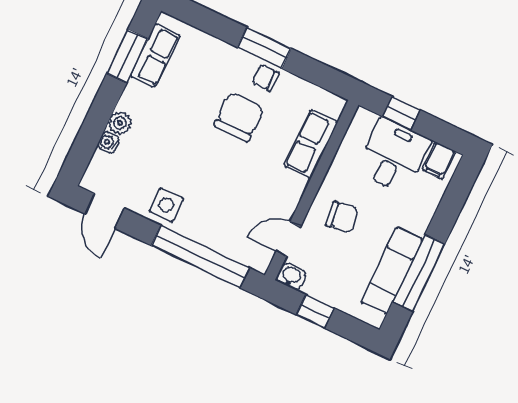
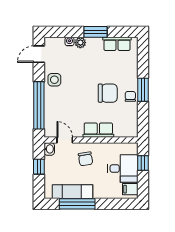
window: (127, 56) -> (96, 32), moved
row of seats: (311, 144) -> (98, 130), moved

